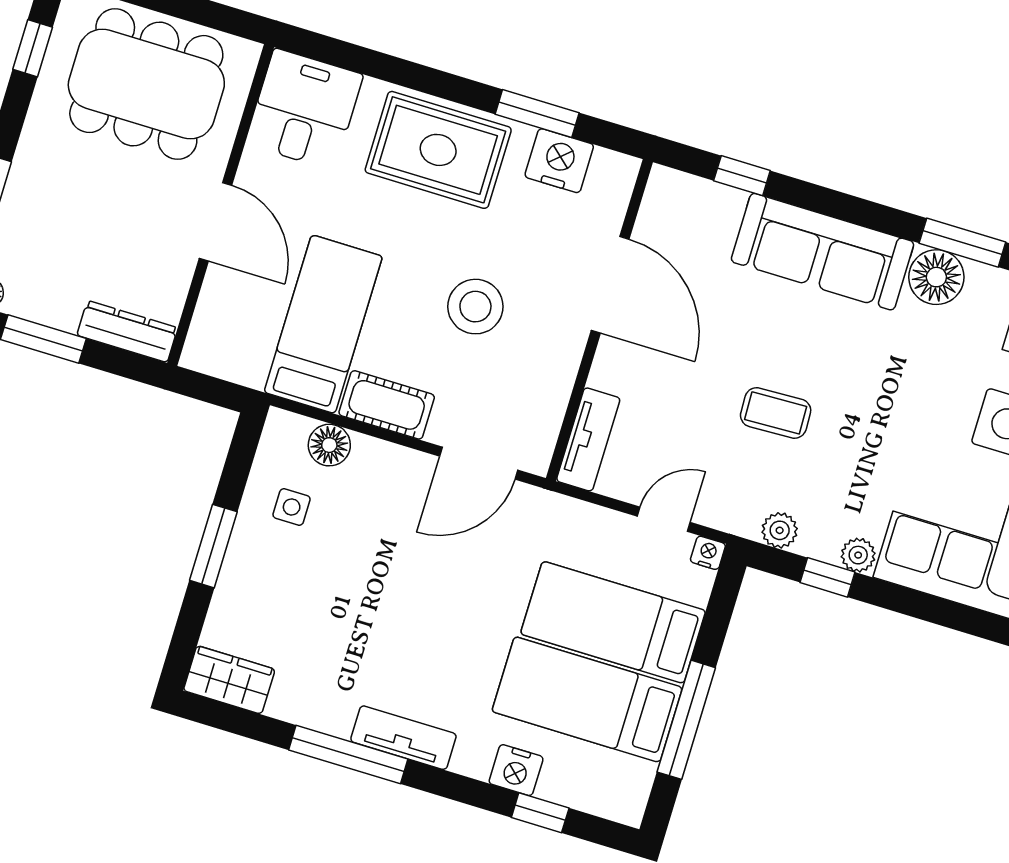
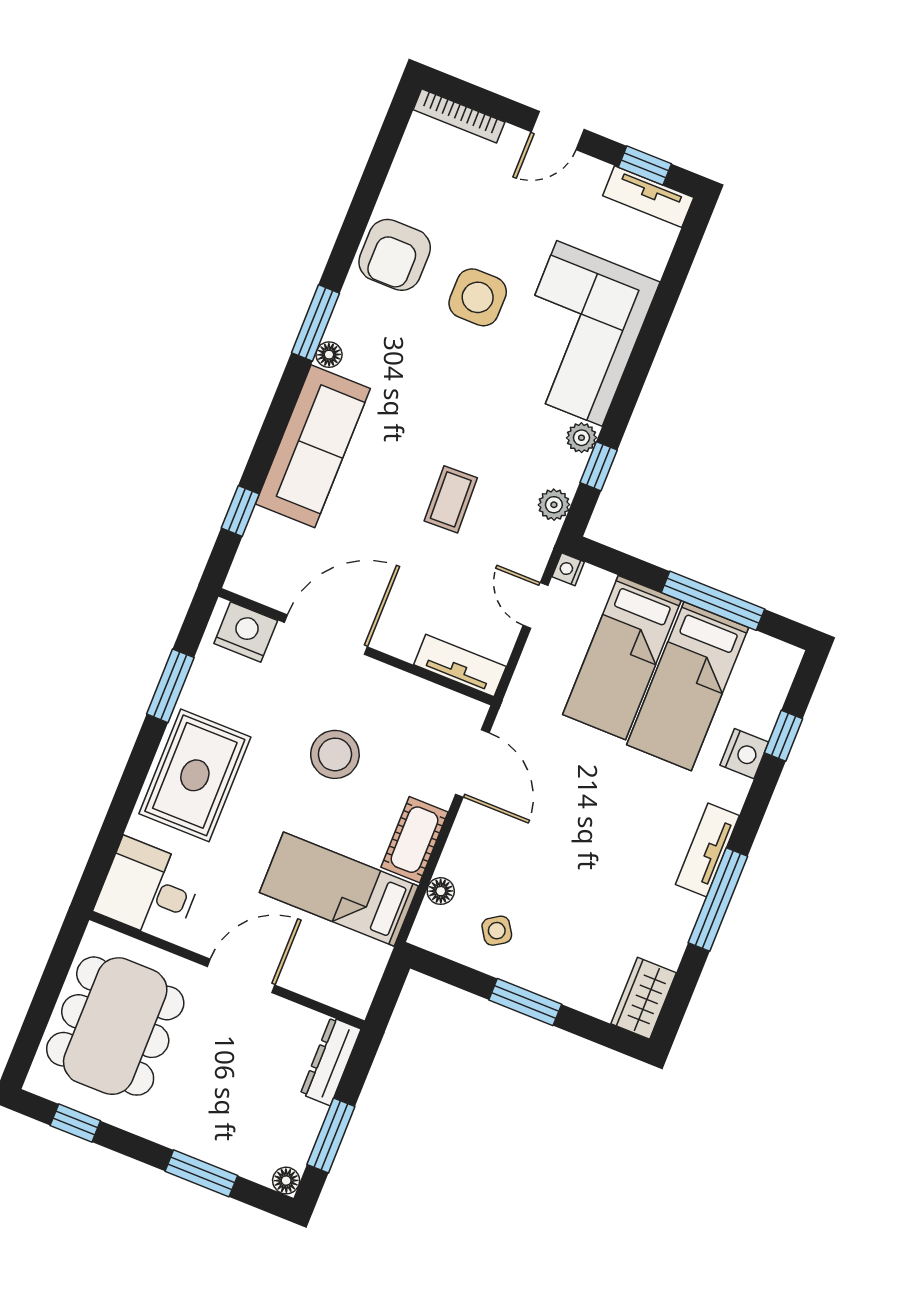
nightstand: (559, 161) -> (246, 632), moved, turned 90
floor lamp: (936, 277) -> (329, 355), width x0.53, depth x0.53
floor lamp: (329, 445) -> (441, 891), width x0.73, depth x0.73
side table: (292, 507) -> (497, 931), turned -33

